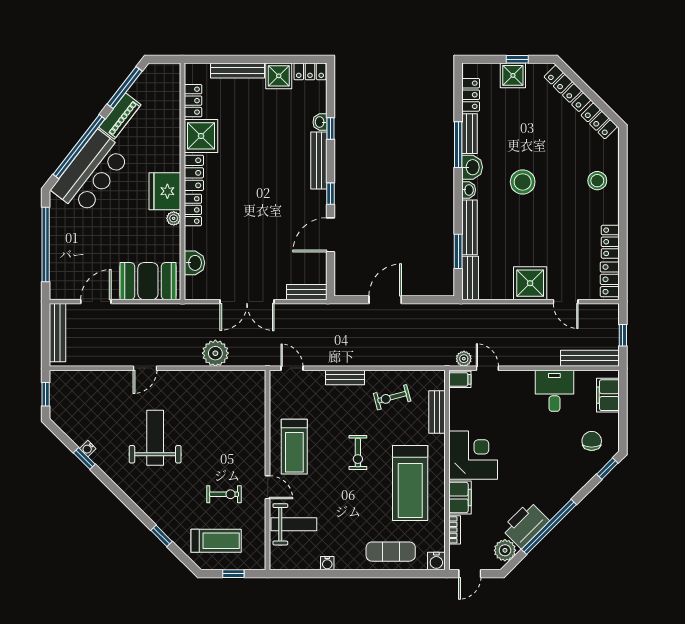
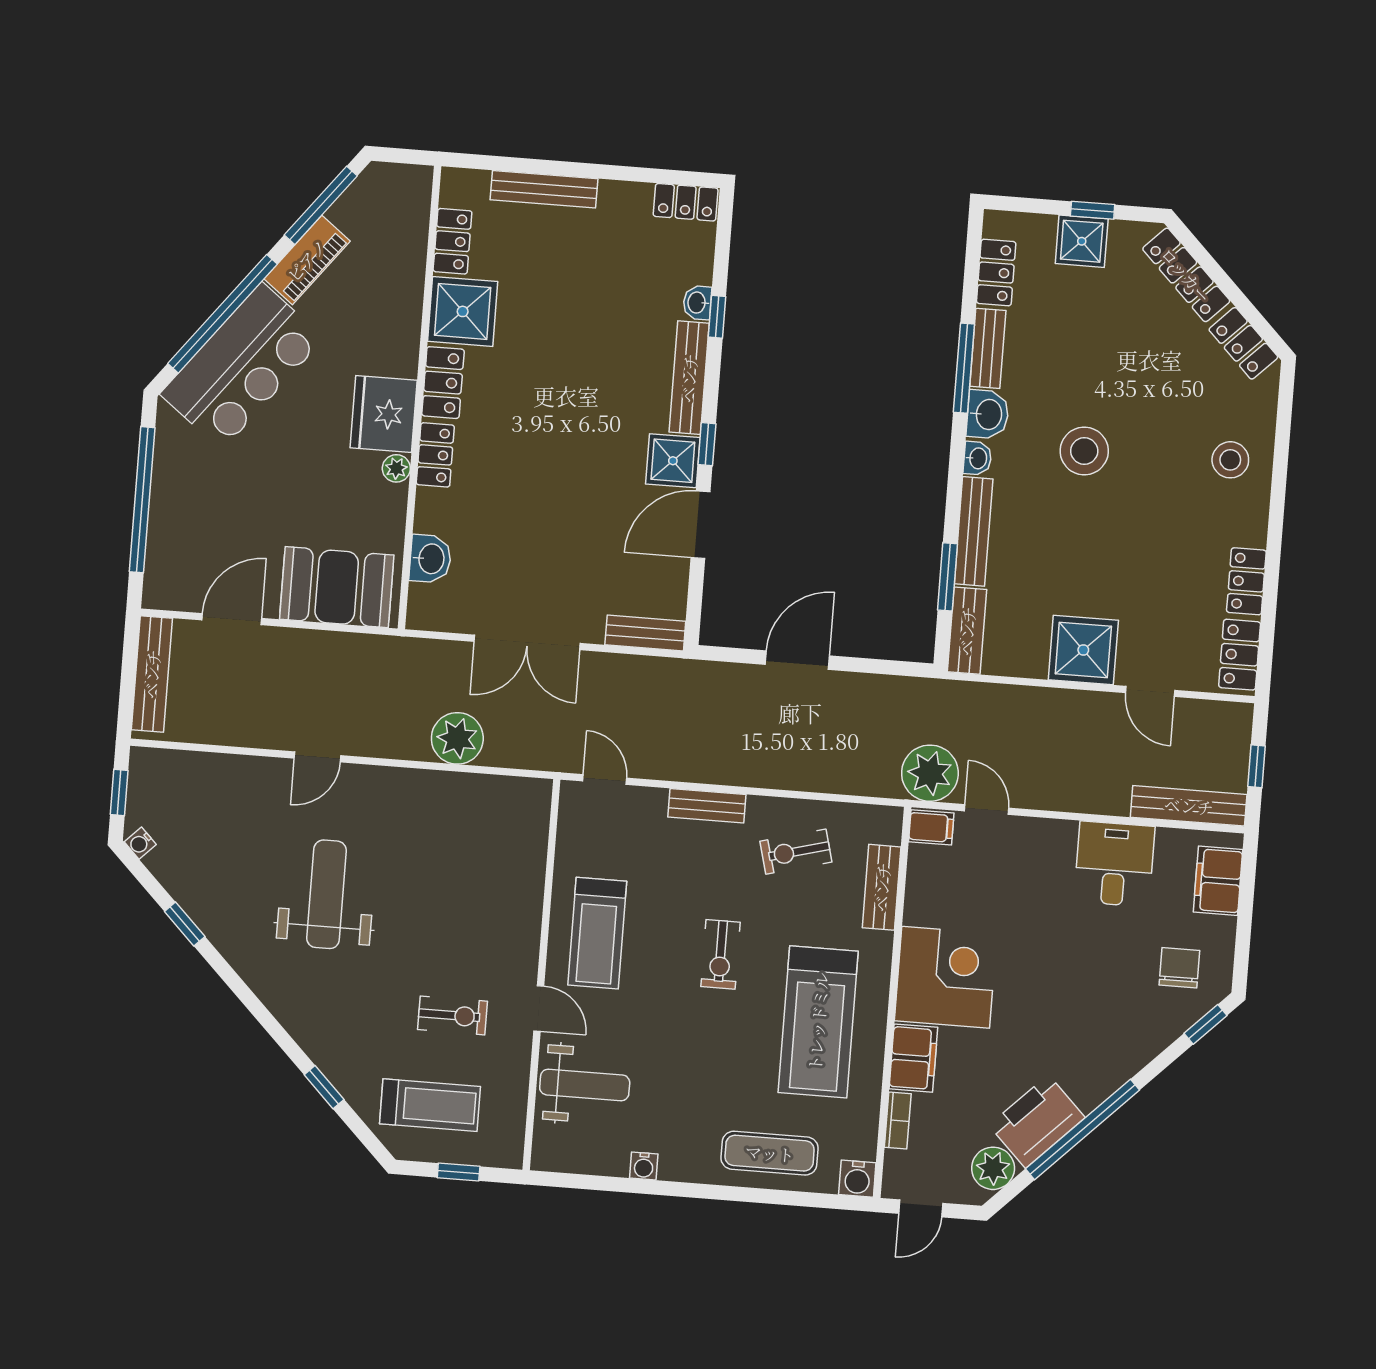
shower: (279, 76) -> (673, 461), moved
plant: (464, 359) -> (930, 773), width x1.88, depth x1.88
water cooler: (88, 449) -> (140, 843), moved

